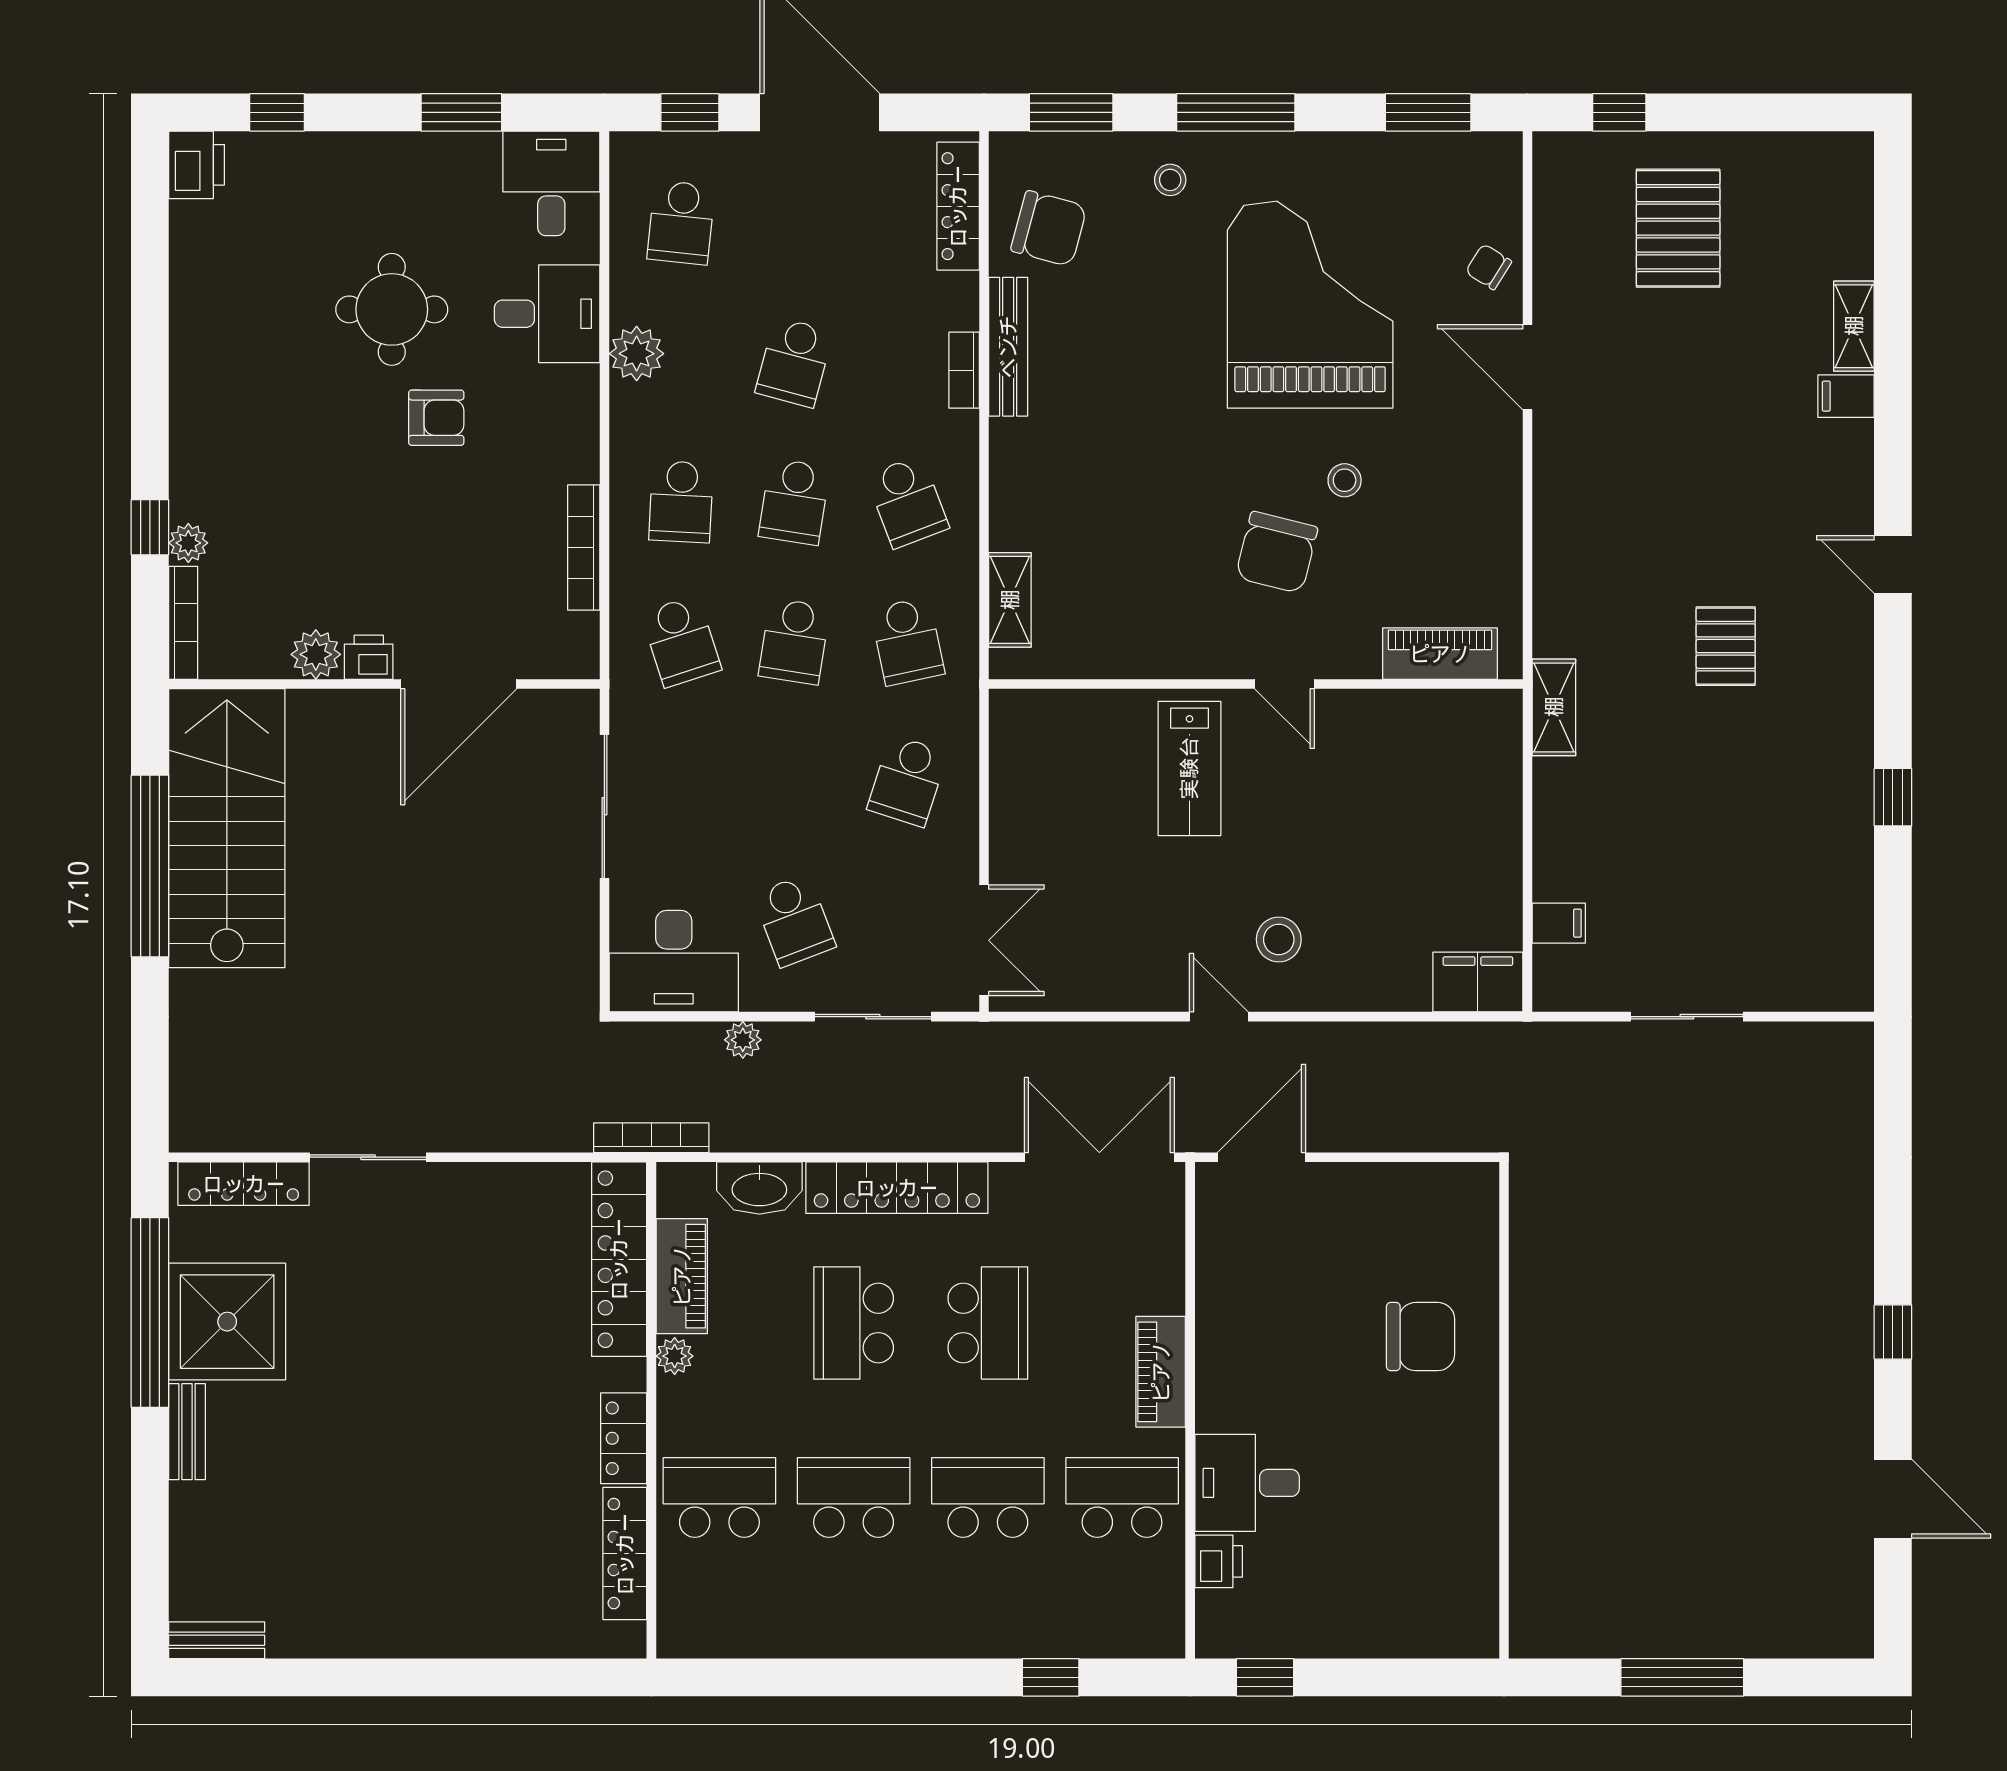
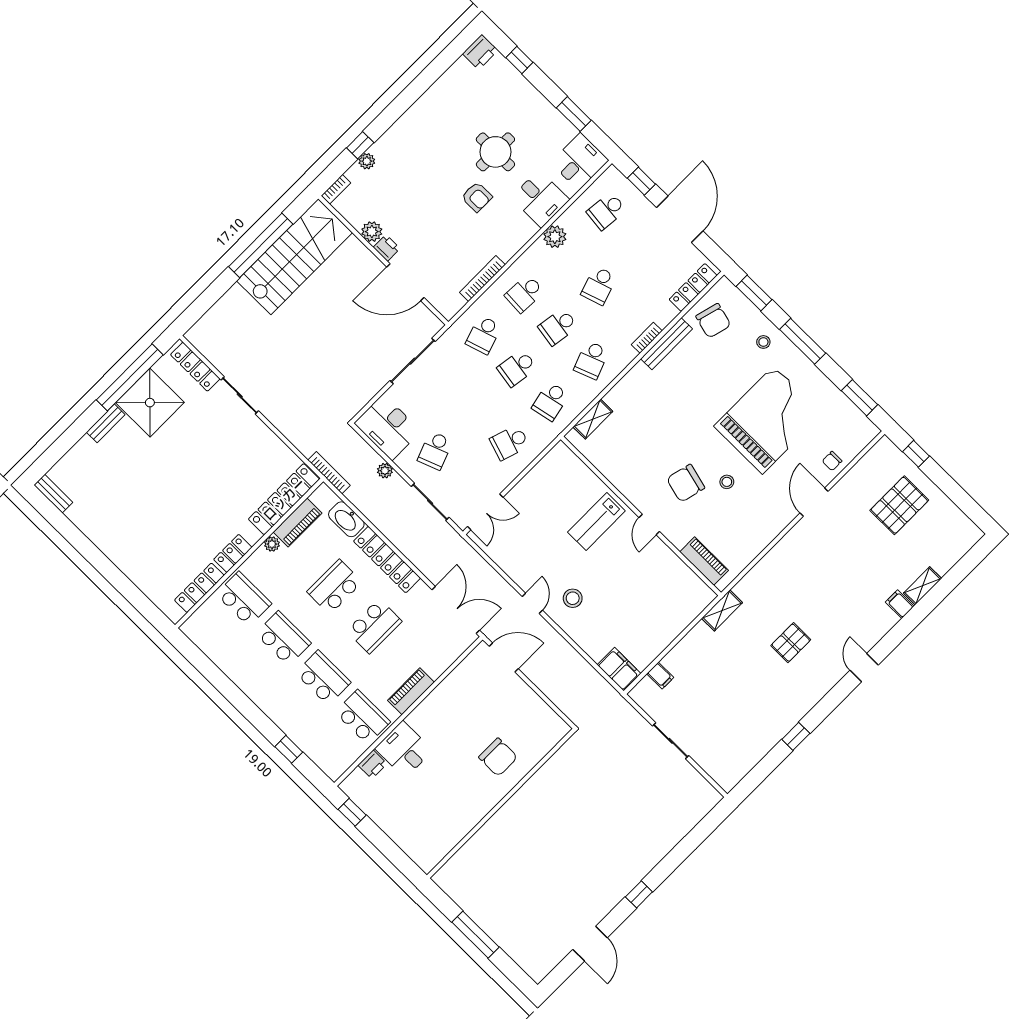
chair: (1489, 267) -> (832, 461), turned -122
school desk: (794, 362) -> (599, 286), turned -33
bookcase: (183, 623) -> (336, 189), width x0.64

